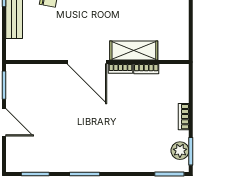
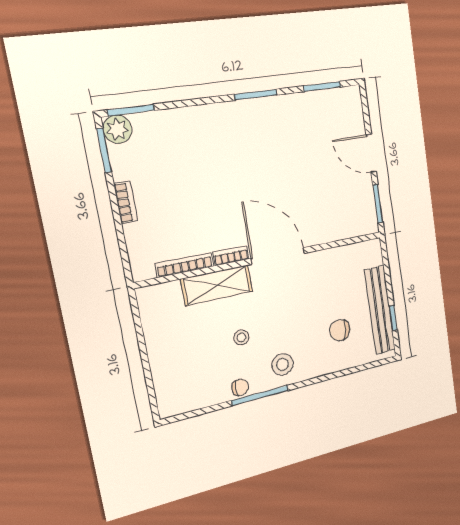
stool: (123, 11) -> (241, 337), added
bookcase: (146, 69) -> (185, 265), width x1.56
plant: (180, 151) -> (117, 129), moved

